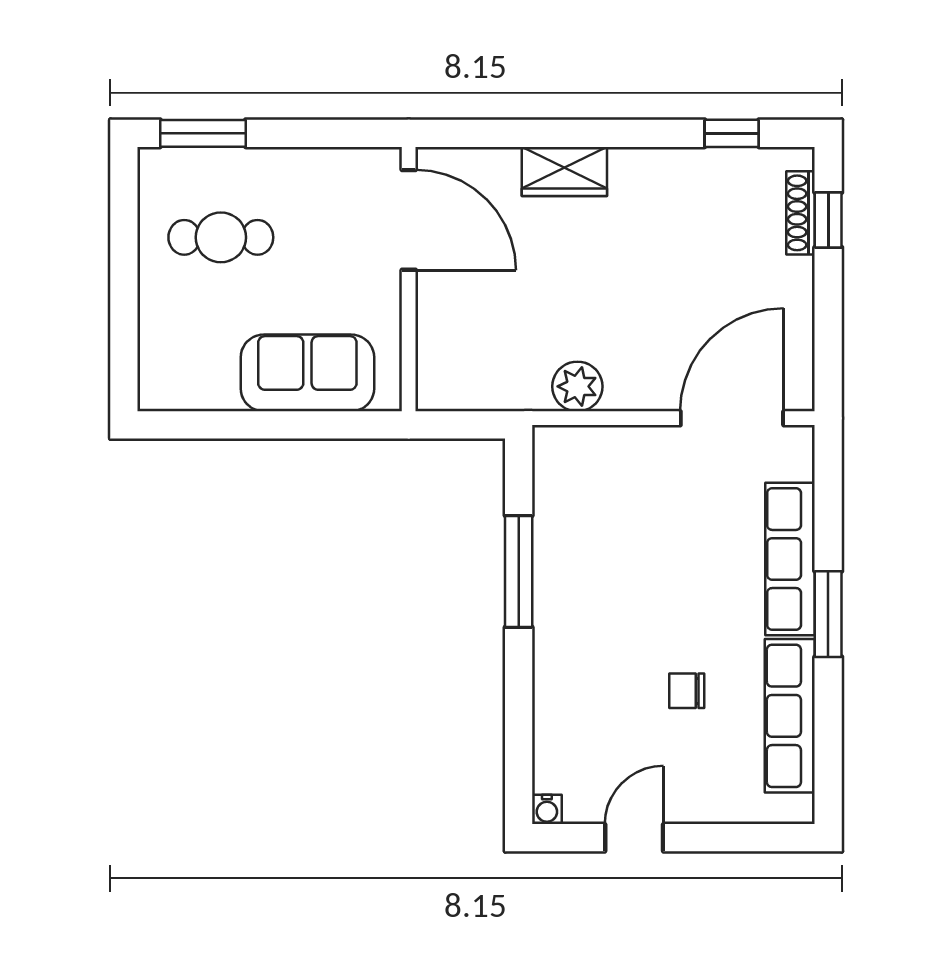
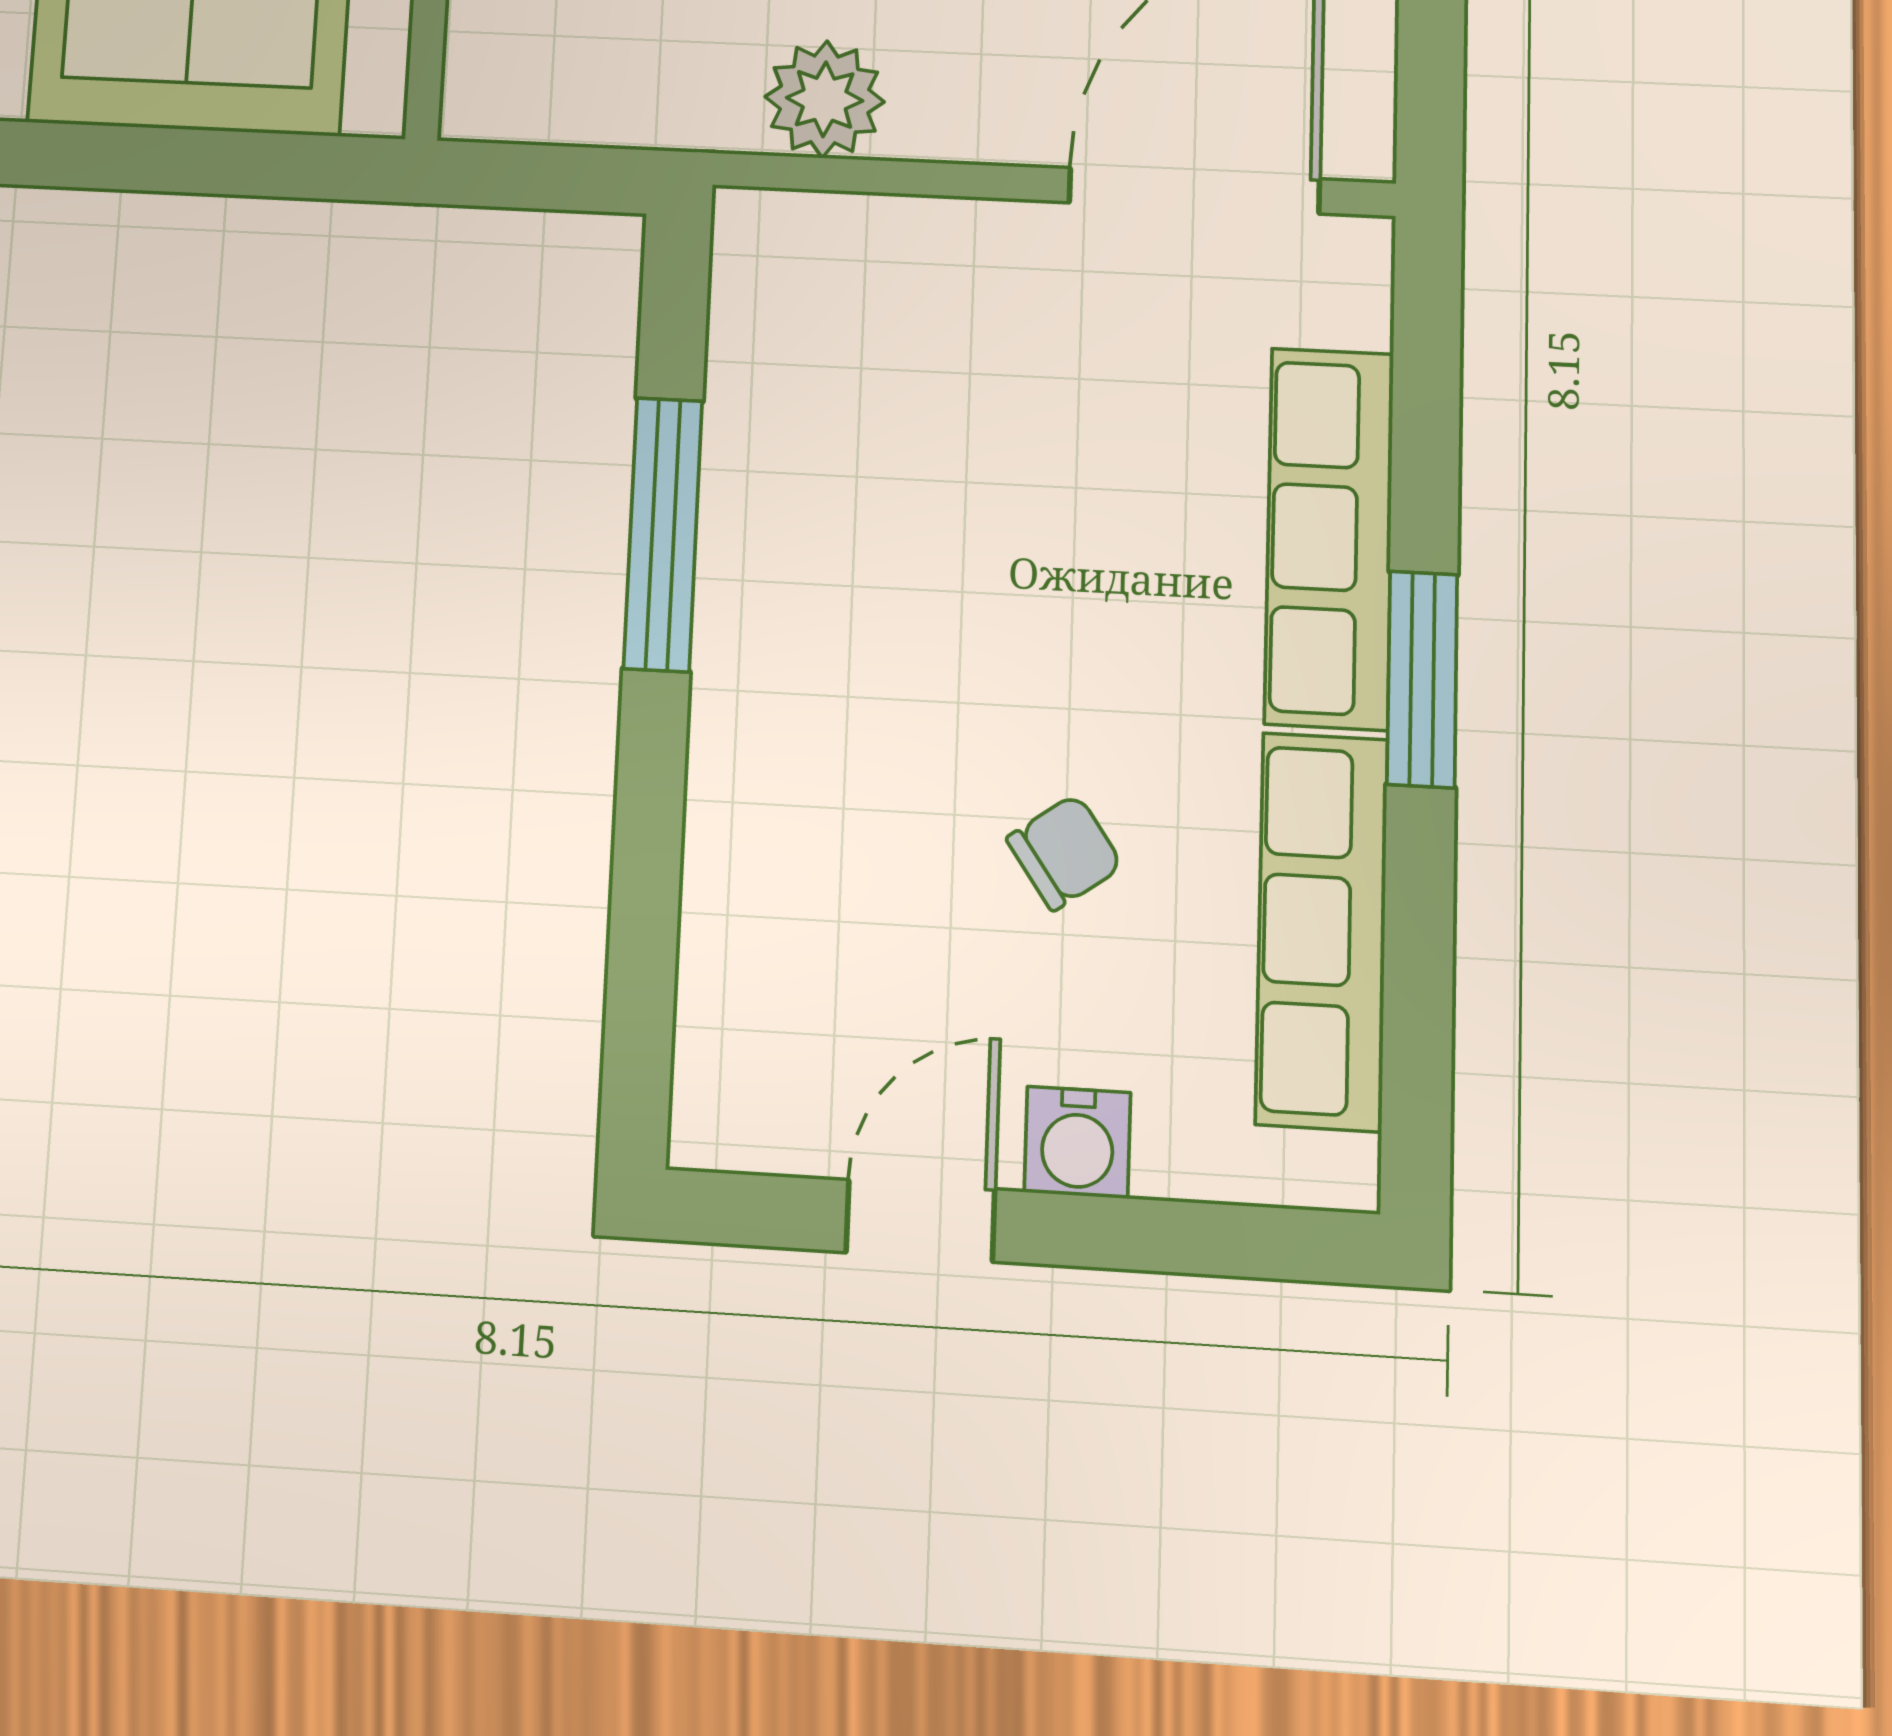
chair: (687, 691) -> (1065, 852), turned 145
water cooler: (547, 809) -> (1077, 1142), moved, width x1.38, depth x1.38

